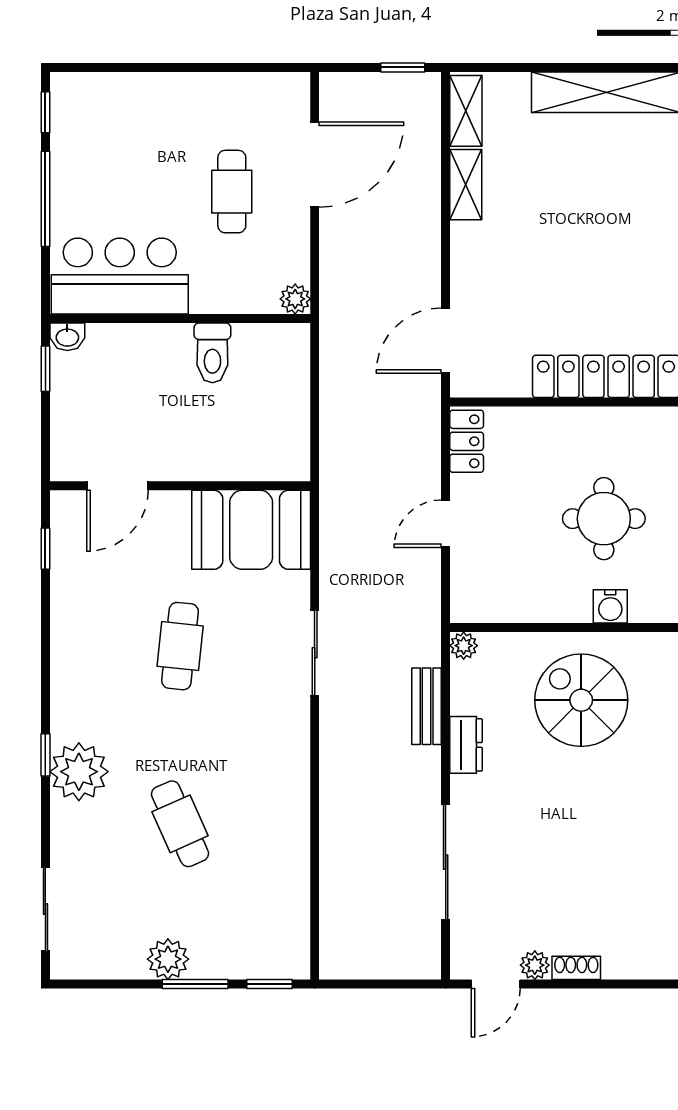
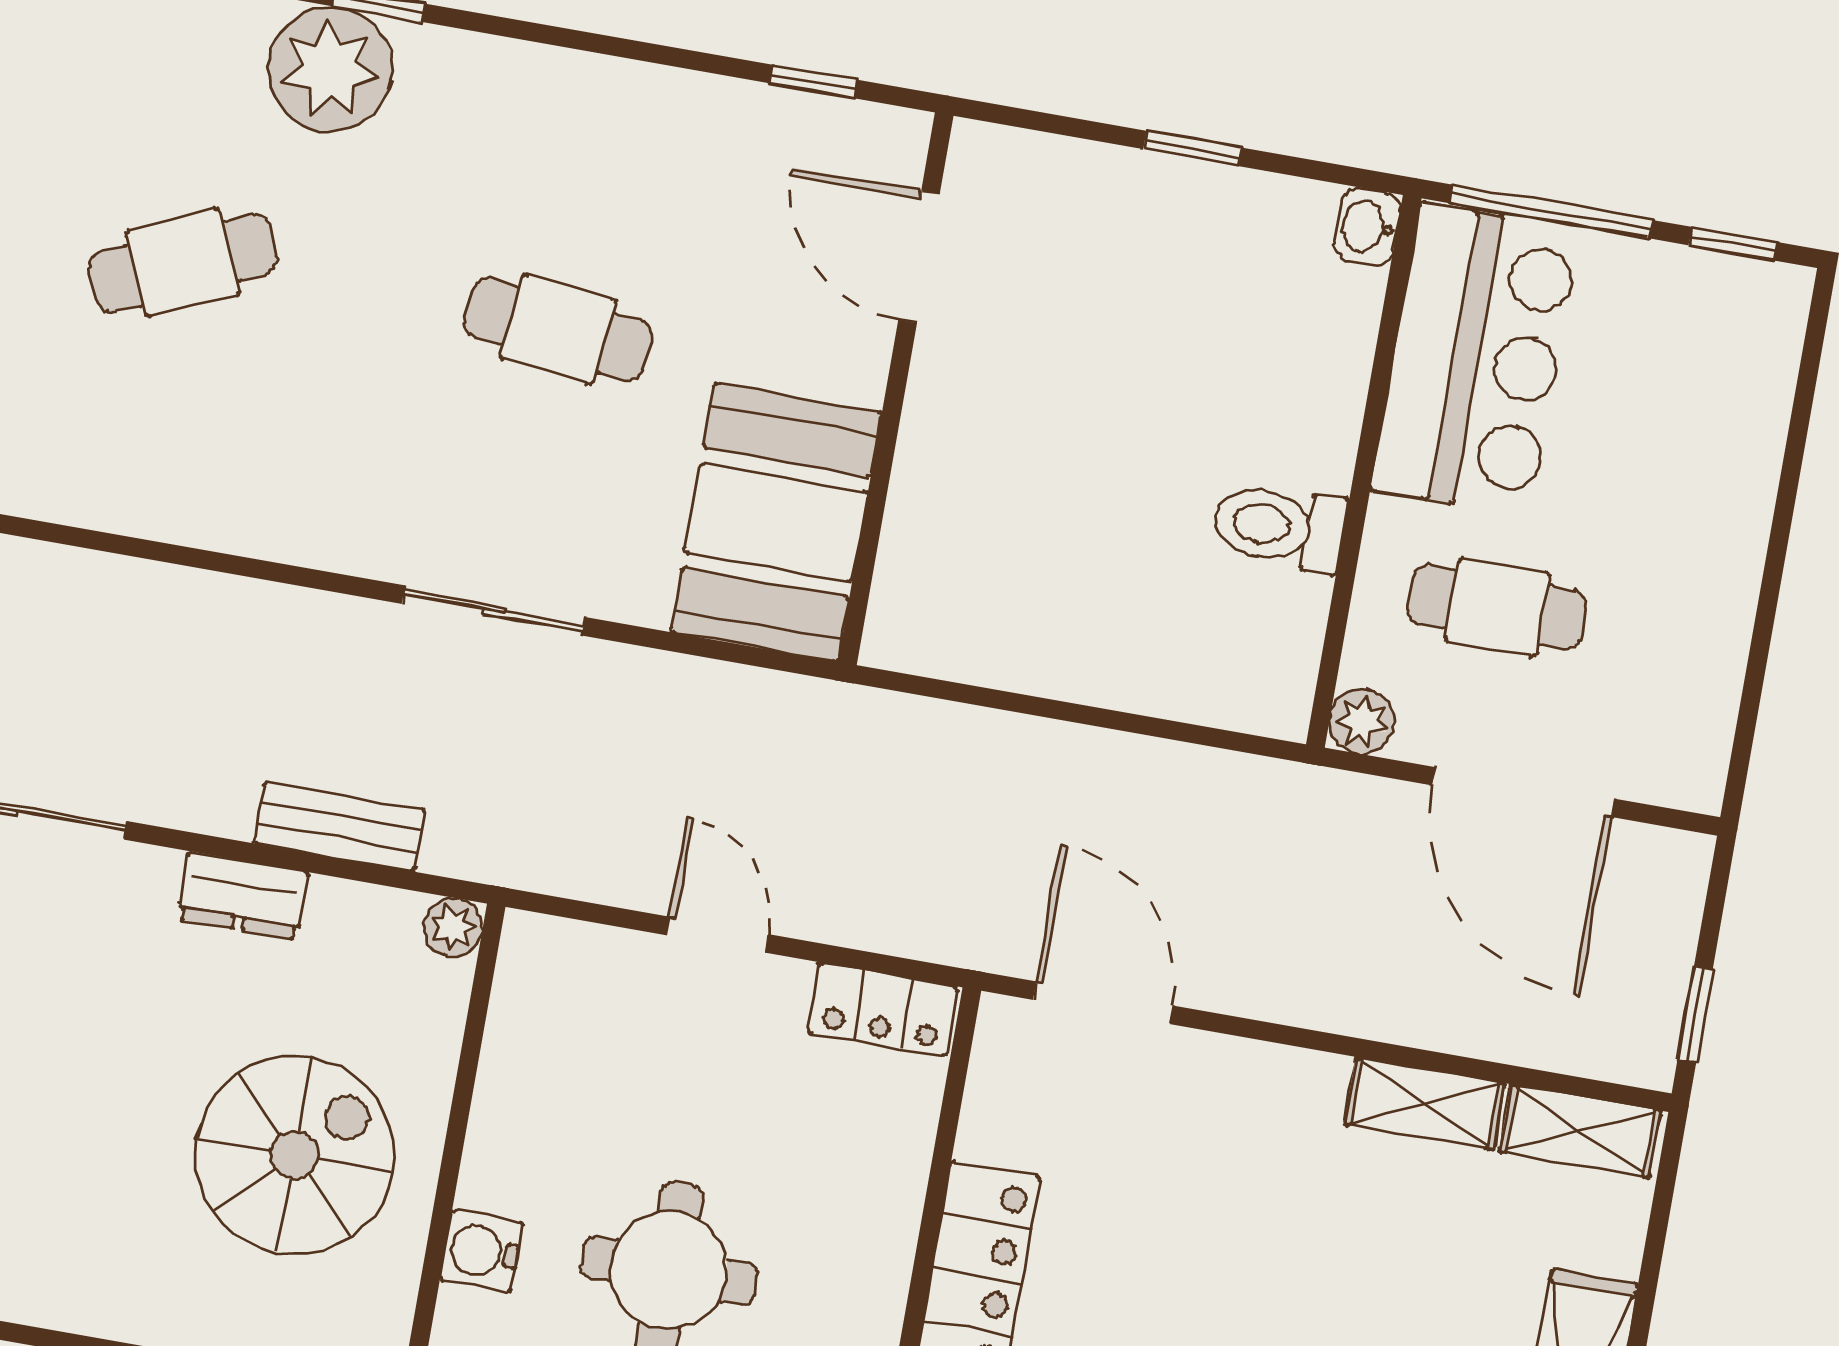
bar counter: (120, 276) -> (1476, 360), moved
plant: (295, 299) -> (1362, 721), moved
wall: (180, 318) -> (1364, 471), moved
washbasin: (67, 337) -> (1367, 227), moved
toilet: (212, 353) -> (1279, 527), moved

